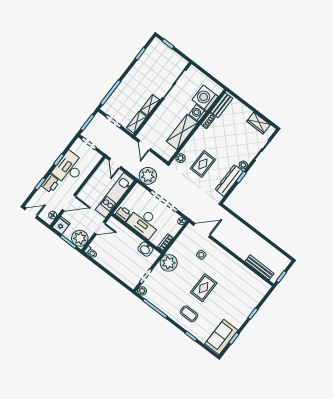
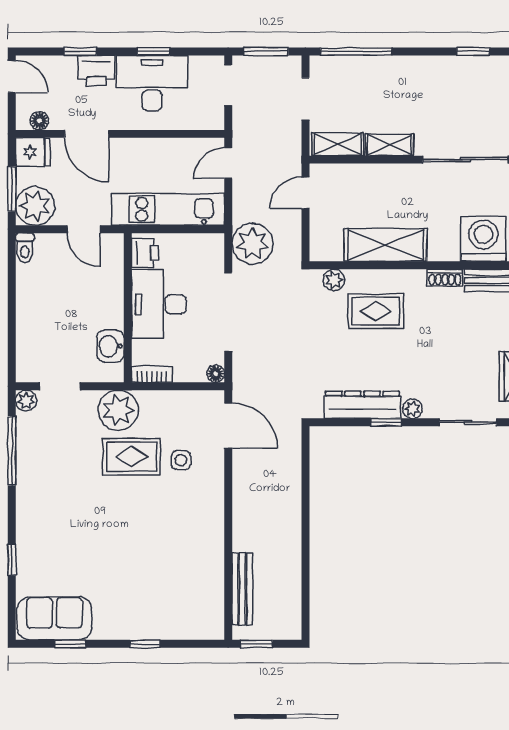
washing machine: (198, 113) -> (444, 246), removed
rug: (203, 164) -> (376, 311), moved
rug: (204, 288) -> (131, 457), moved
coffee table: (189, 314) -> (51, 523), removed

